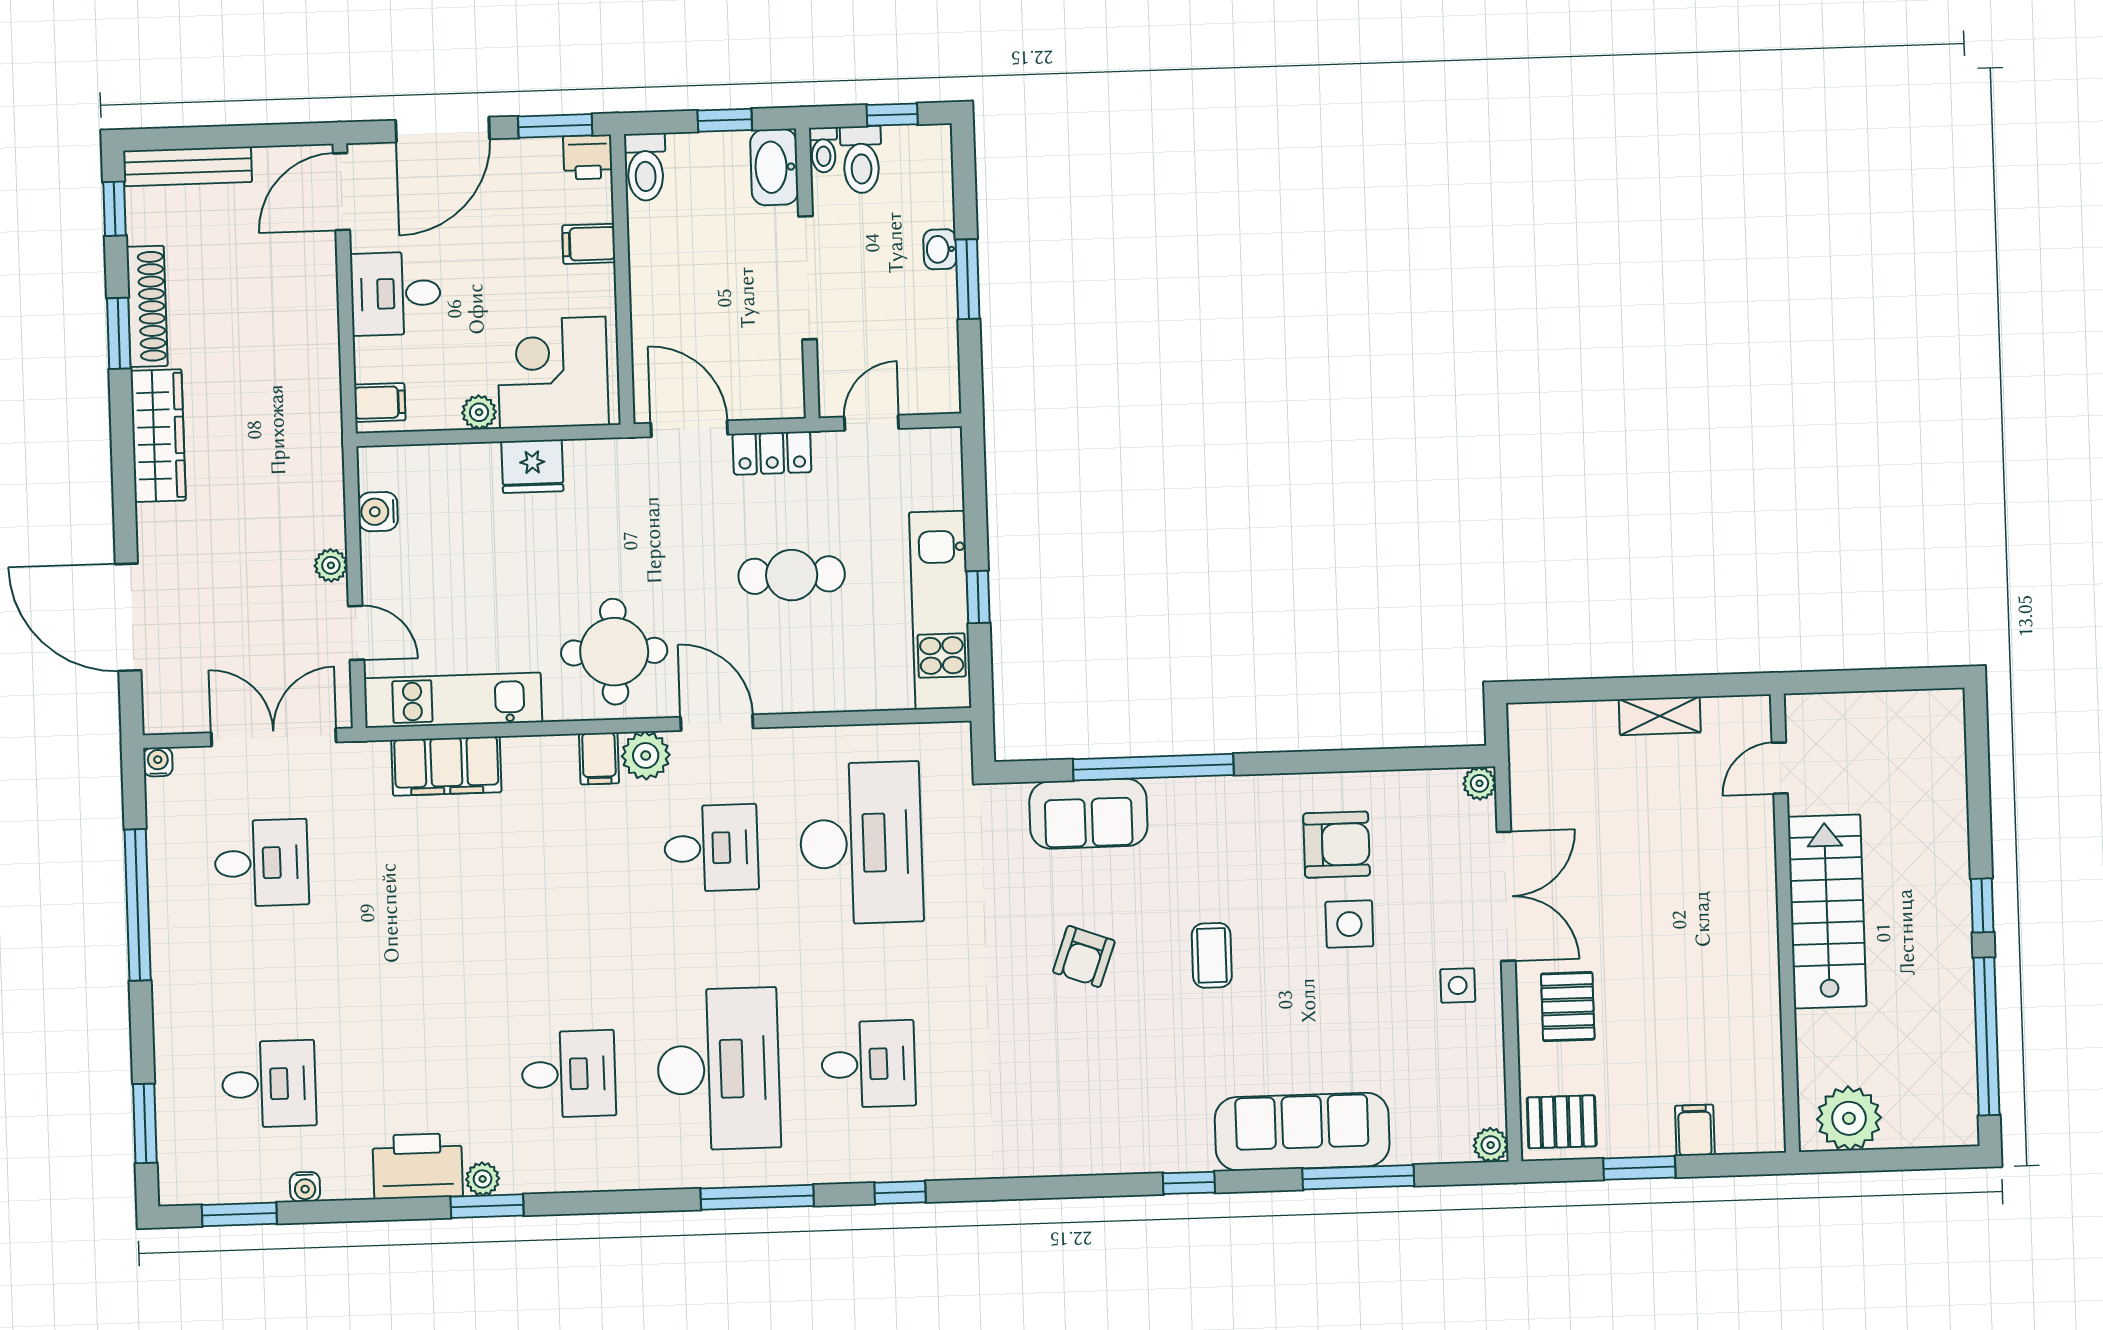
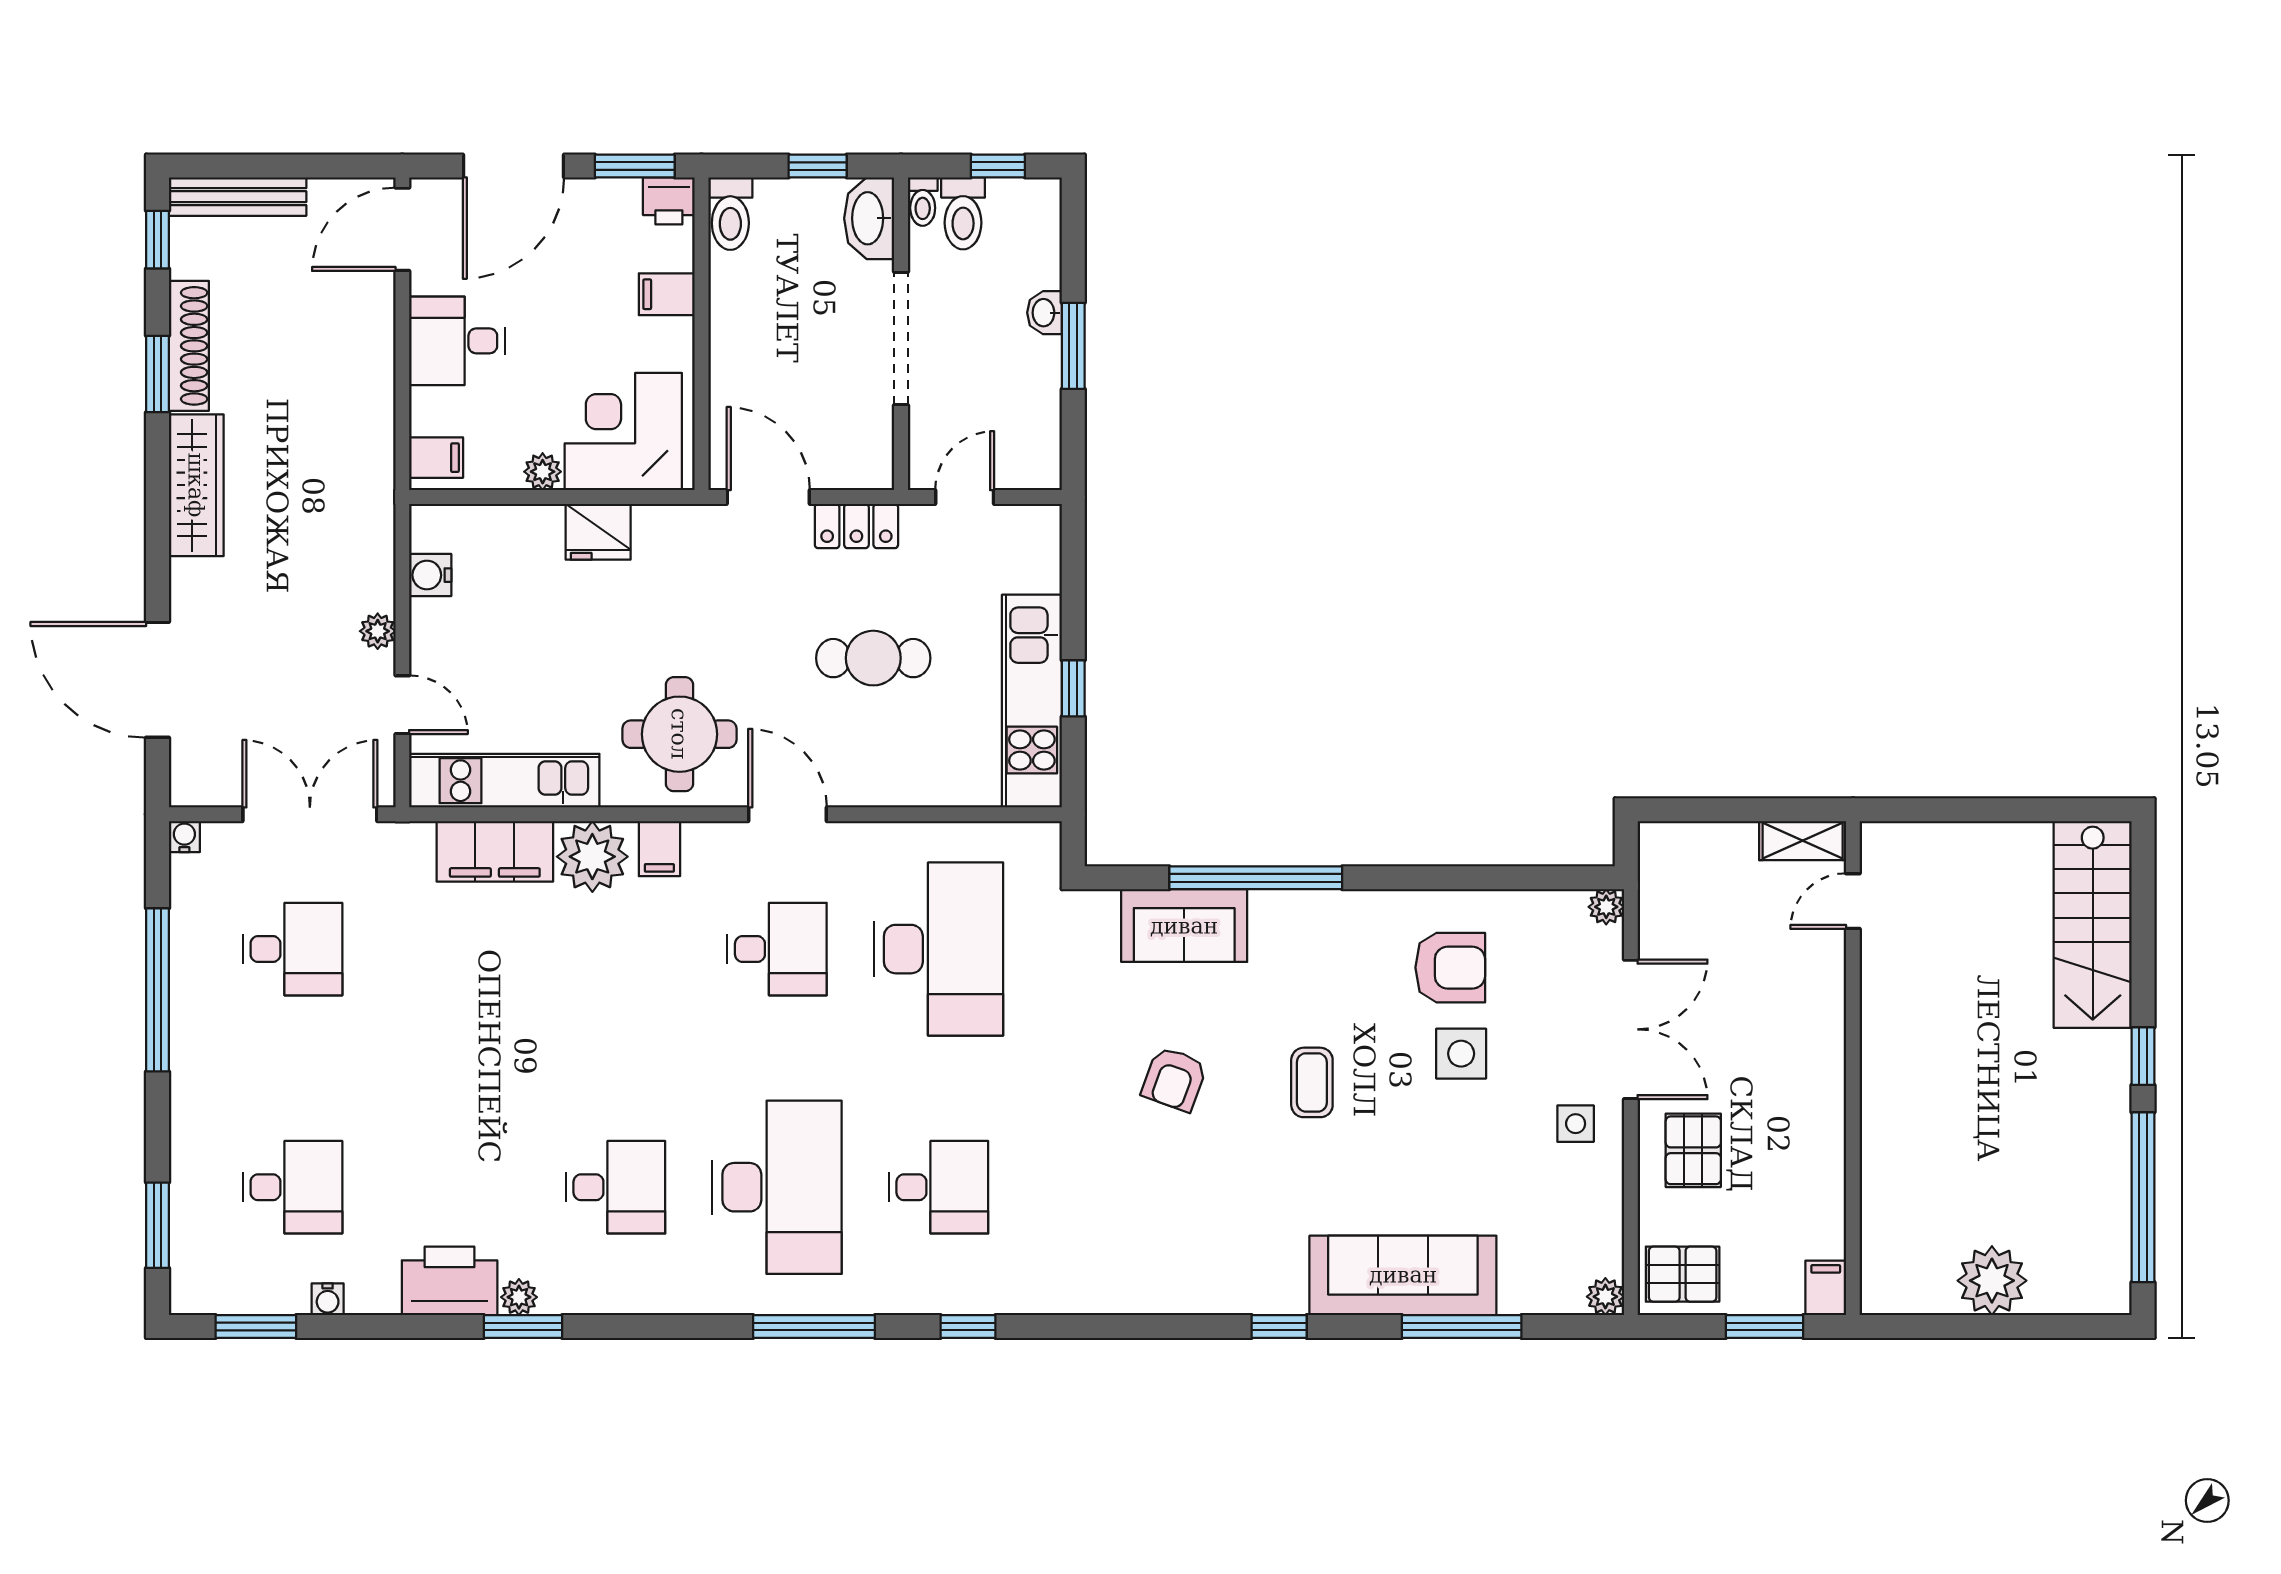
plant: (646, 755) -> (592, 857), moved, width x1.36, depth x1.36
door: (1780, 768) -> (1853, 901), moved
stairs: (1827, 911) -> (2093, 925), moved, turned 180
wall: (1785, 923) -> (1853, 1068), moved

